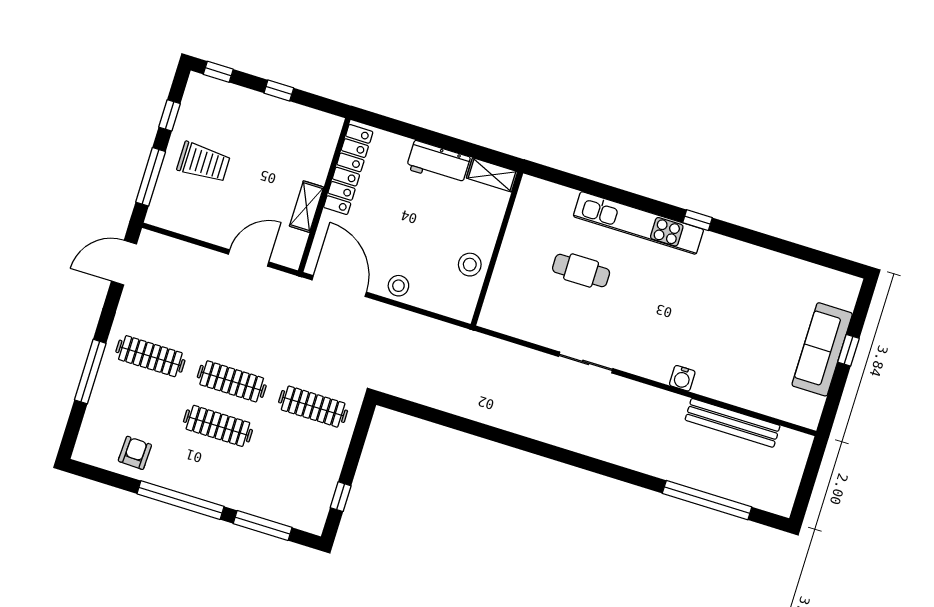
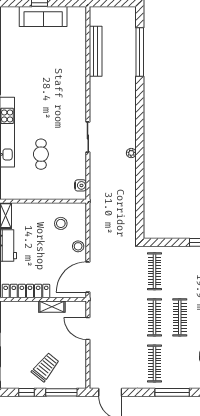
trolley: (204, 162) -> (45, 367), turned 39
stool: (470, 265) -> (61, 223), moved
water cooler: (682, 378) -> (81, 185), moved
plant: (534, 430) -> (131, 153), added

